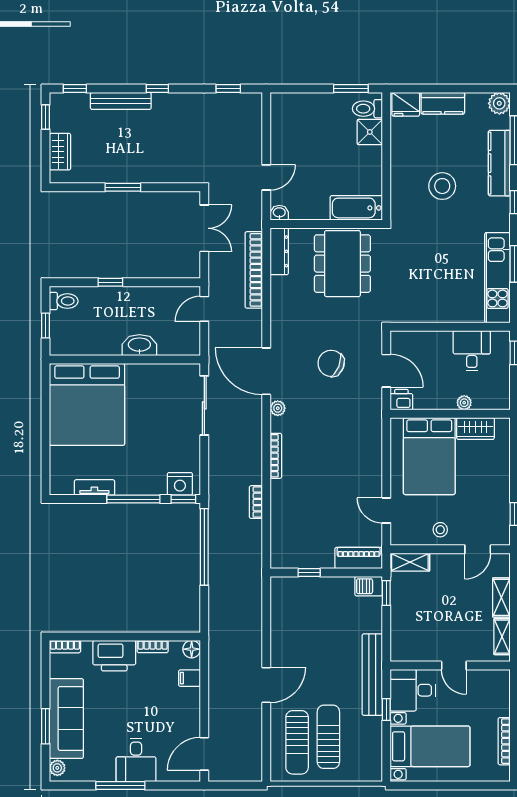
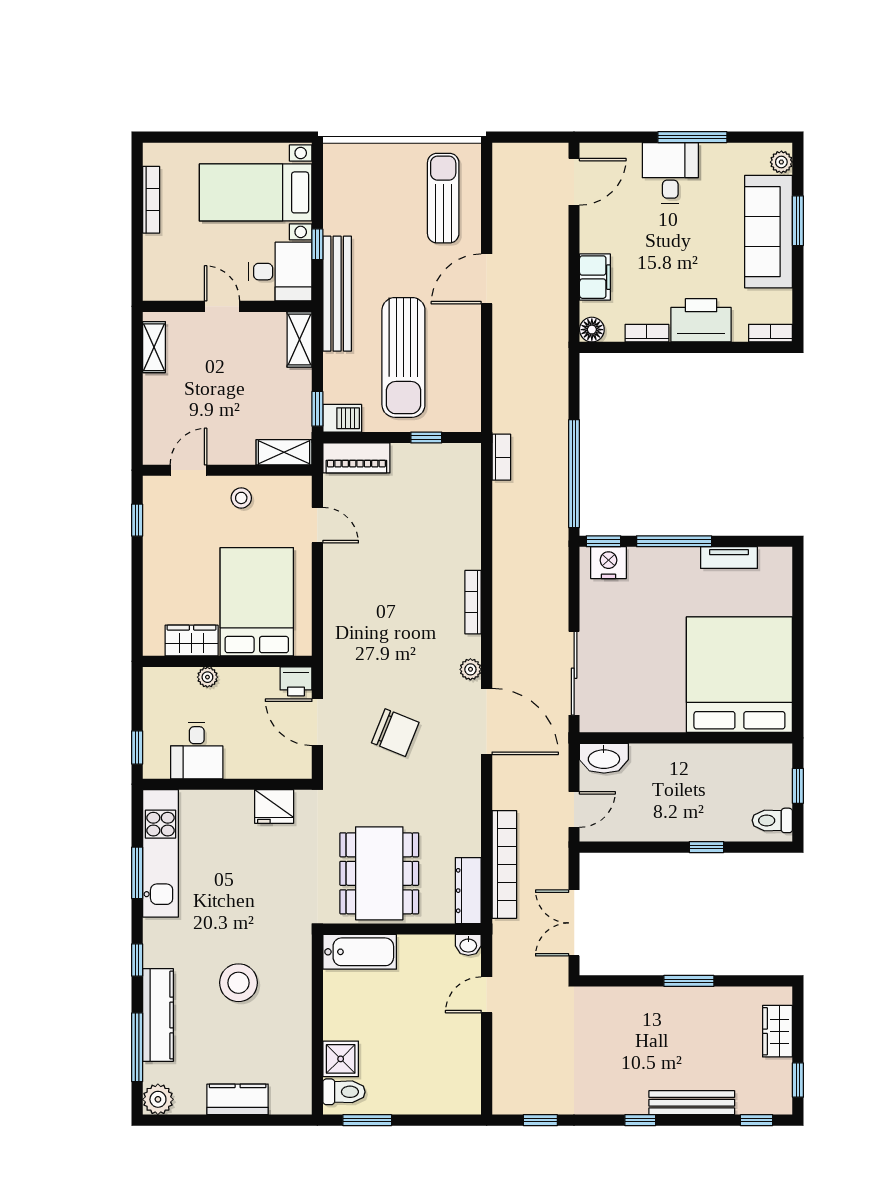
fridge: (406, 104) -> (274, 807), moved, turned 180
washbasin: (139, 345) -> (604, 758), moved
bookcase: (256, 502) -> (501, 457), moved
shelving: (501, 597) -> (299, 340), moved
filing cabinet: (190, 678) -> (595, 277), width x2.00
sun lounger: (328, 737) -> (403, 357), moved, width x1.36, depth x1.34

